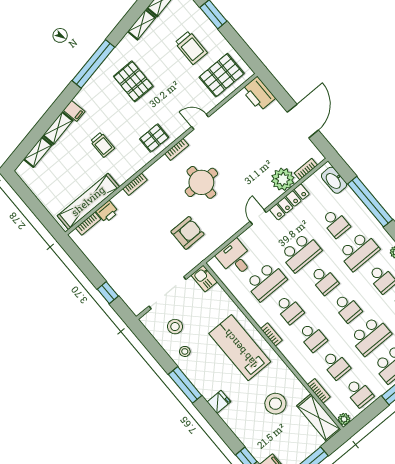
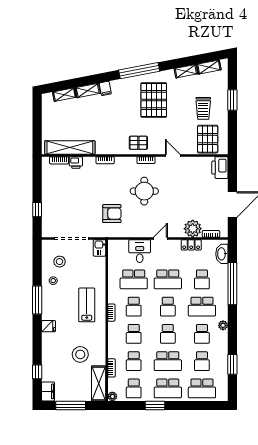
pallet: (222, 75) -> (208, 139), turned 90
pallet: (133, 81) -> (154, 100), width x1.37, depth x1.41
trolley: (102, 145) -> (105, 122), removed
locker: (289, 202) -> (191, 245), width x0.66
desk: (235, 258) -> (140, 251), moved
lab bench: (240, 348) -> (87, 305), width x0.73, depth x0.72

